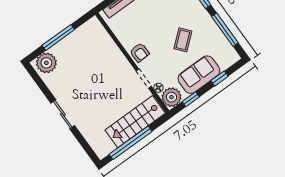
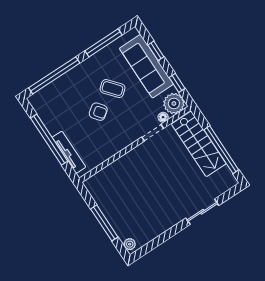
armchair: (140, 53) -> (98, 112), moved, turned 55
plant: (46, 63) -> (130, 244), width x0.53, depth x0.53
sofa: (199, 75) -> (146, 66), width x1.36
sliding door: (63, 114) -> (202, 212), moved

